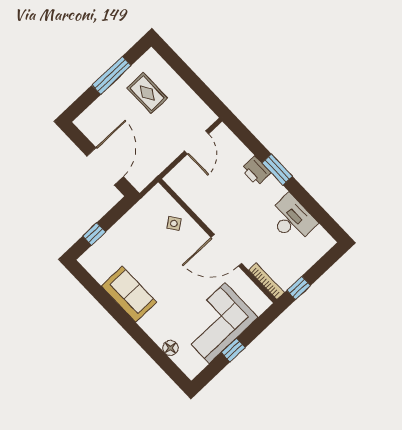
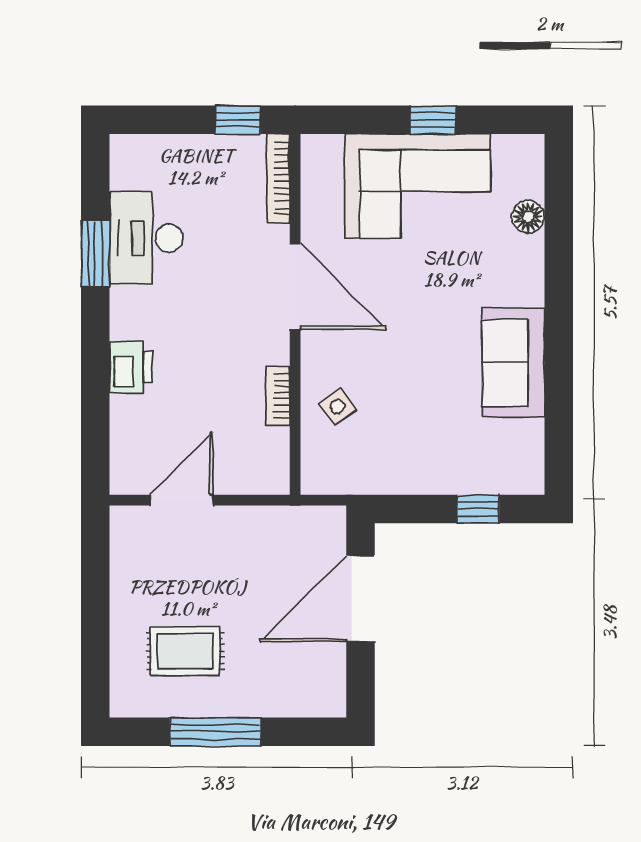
rug: (147, 93) -> (185, 651), turned 90
window: (277, 170) -> (95, 254), moved
bookcase: (197, 208) -> (278, 396), added

